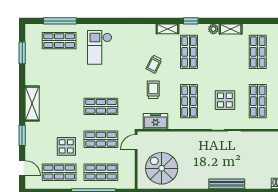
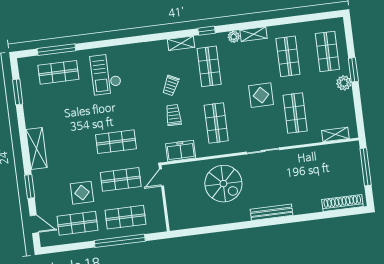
display table: (225, 100) -> (261, 95), moved
spiral stairs: (162, 168) -> (223, 184), moved, turned 180

